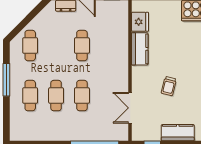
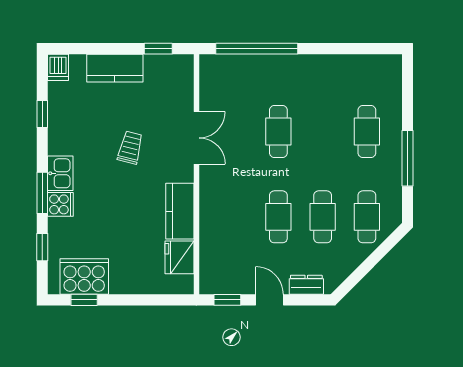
cafe table: (56, 96) -> (323, 217), moved
double door: (130, 108) -> (196, 138), moved

